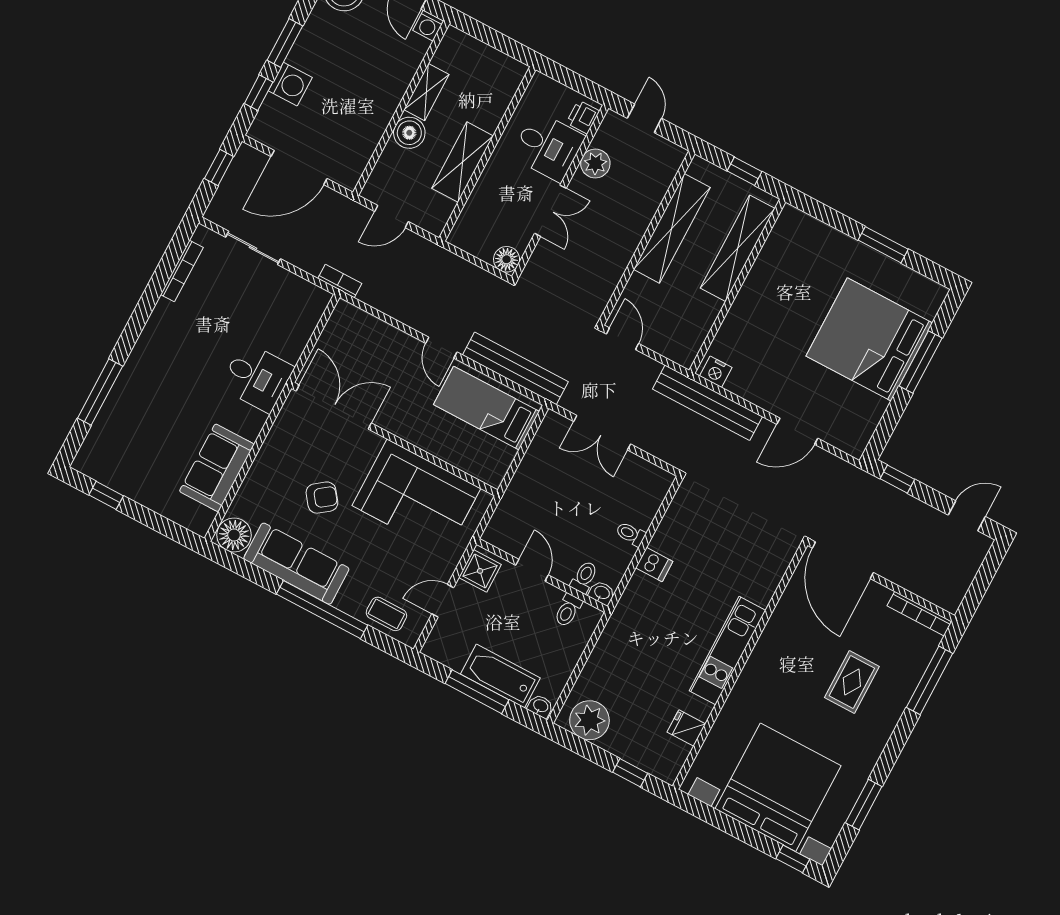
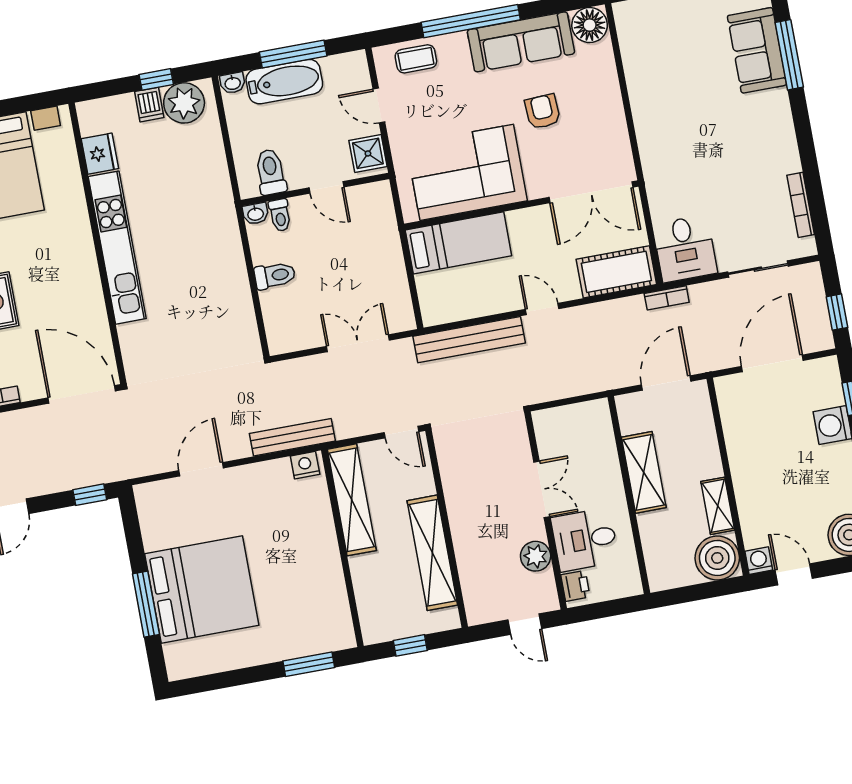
boiler: (409, 133) -> (717, 558), moved, width x1.37, depth x1.37
double door: (550, 211) -> (542, 489), swing flipped
door: (392, 217) -> (666, 383), width x1.38
window: (883, 245) -> (309, 664), moved
shelving: (738, 248) -> (352, 500), moved
floor lamp: (507, 259) -> (546, 422), removed
cot: (362, 331) -> (616, 272), added
desk: (257, 377) -> (685, 249), moved, turned -90
bench: (707, 403) -> (292, 437), width x0.73, depth x0.82
bed: (486, 408) -> (458, 243), moved
sofa: (217, 468) -> (757, 50), moved, turned 180
armchair: (322, 498) -> (543, 112), turned 124
toilet: (631, 534) -> (275, 276), width x1.37, depth x1.39
dishwasher: (654, 565) -> (149, 105), moved, turned -90
door: (443, 601) -> (379, 106), swing flipped
toilet: (568, 610) -> (271, 172), width x1.37, depth x1.39
kitchen unit: (727, 651) -> (117, 248), width x1.36
fridge: (686, 728) -> (100, 154), width x1.38
window: (630, 773) -> (156, 79), moved

